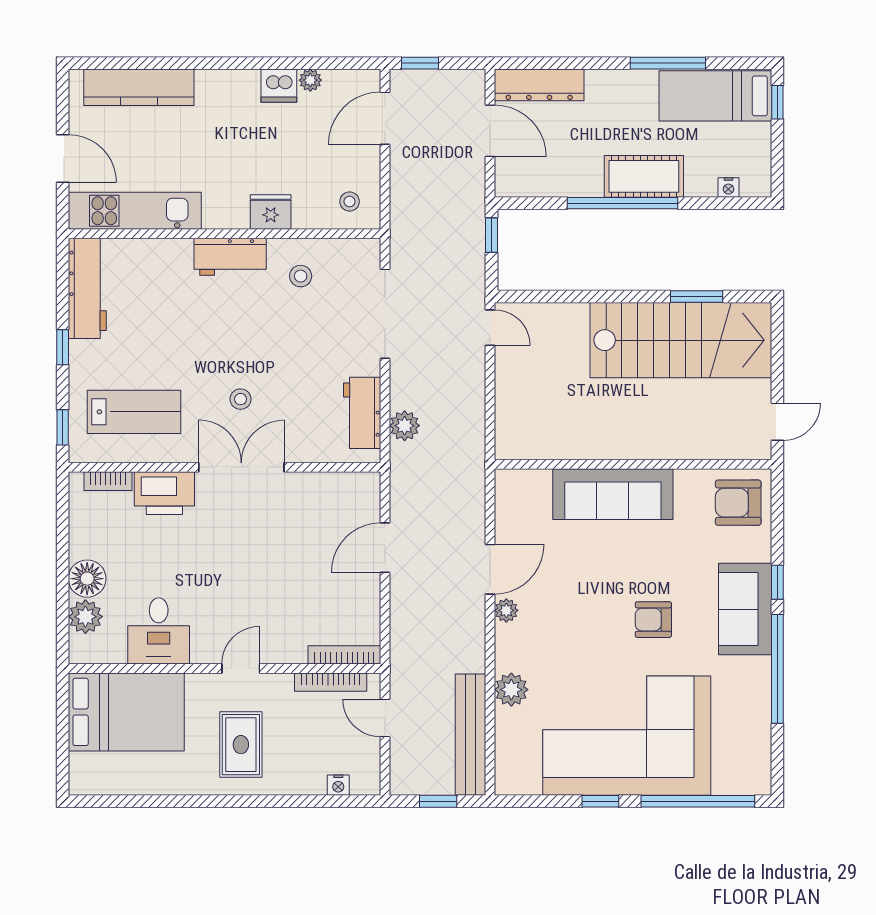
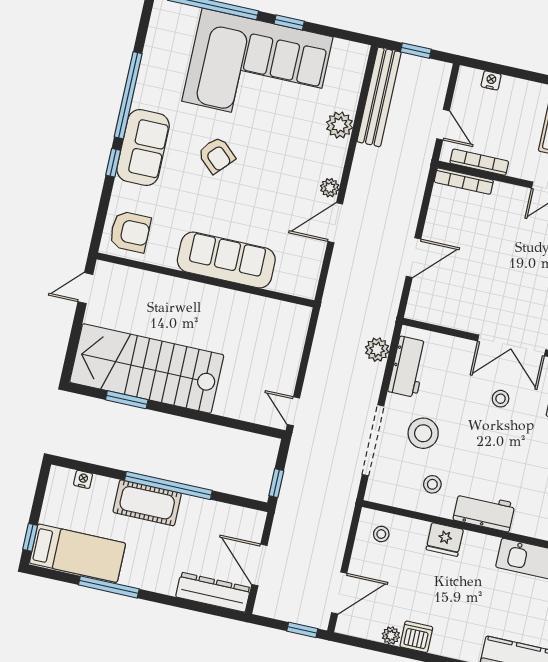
stool: (326, 336) -> (423, 433), added
armchair: (653, 620) -> (216, 155), turned 43

